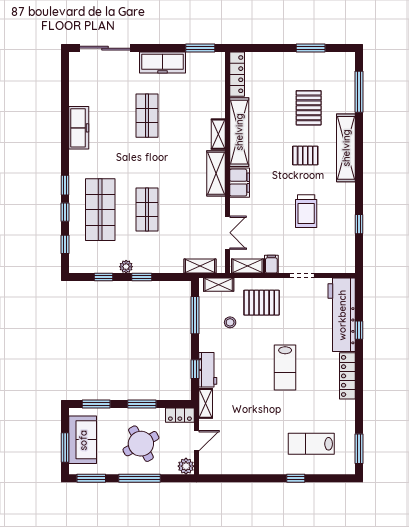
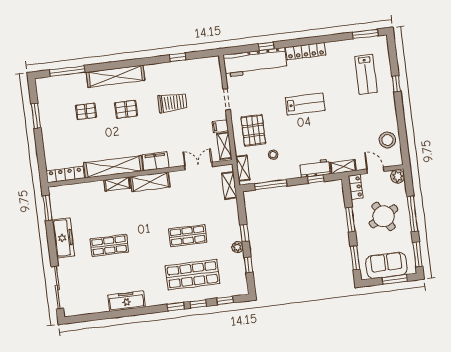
pallet: (309, 108) -> (86, 111), width x0.67, depth x0.71
pallet: (305, 155) -> (126, 109), turned 90
stool: (230, 459) -> (387, 140), added

